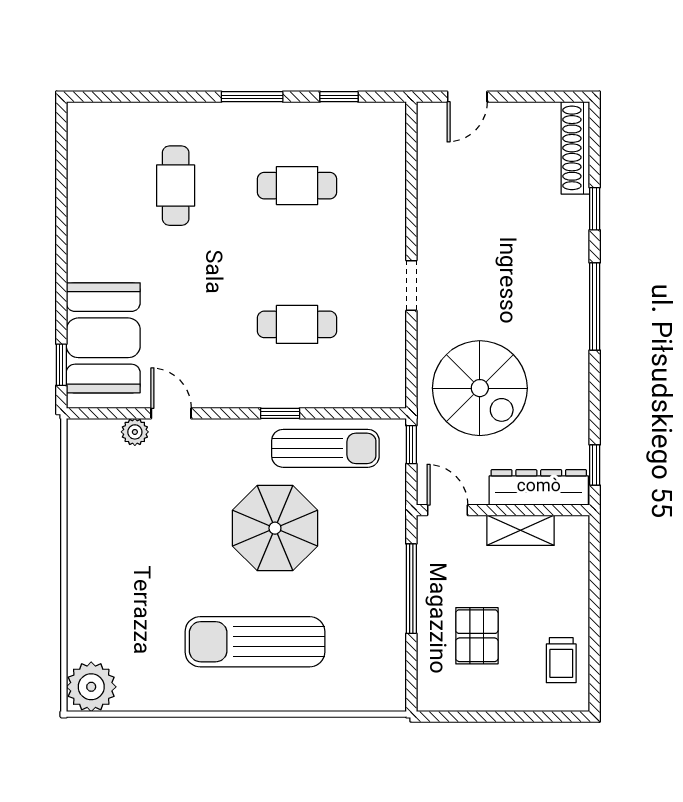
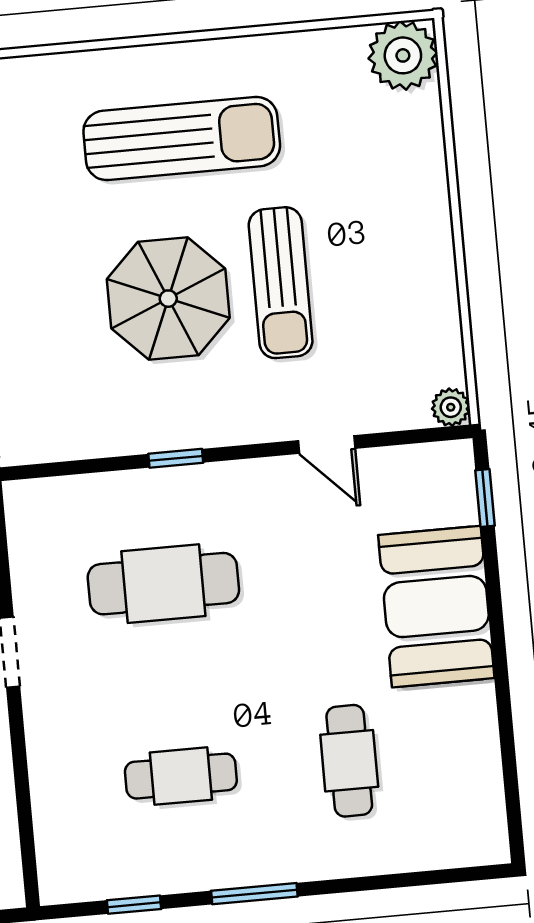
cafe table: (297, 324) -> (163, 584), width x1.37, depth x1.35
booth: (103, 338) -> (436, 607), moved
plant: (135, 432) -> (451, 407), moved
sun lounger: (325, 448) -> (281, 283), moved, turned -90

